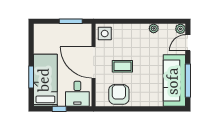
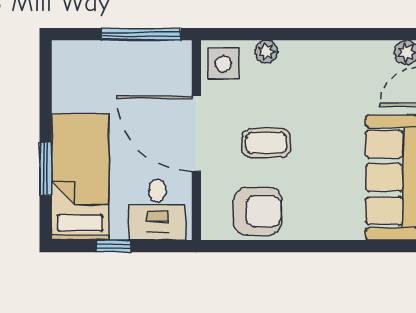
window: (71, 21) -> (141, 34), width x1.44
plant: (154, 28) -> (266, 51), moved
armchair: (119, 94) -> (258, 211), turned 90

